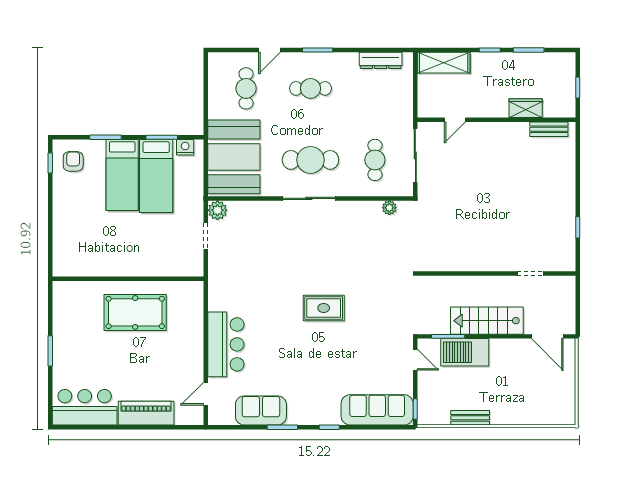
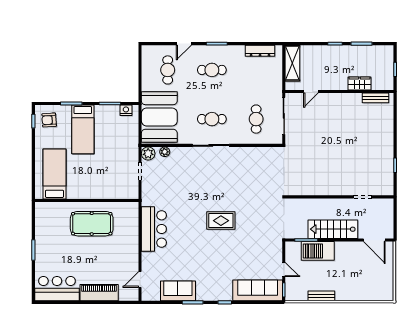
shelving: (444, 63) -> (292, 63), moved, turned 90
cafe table: (310, 160) -> (212, 119), width x0.73, depth x0.74
armchair: (73, 161) -> (49, 120), turned -94
bed: (156, 176) -> (55, 174), moved, turned 180
plant: (389, 208) -> (165, 152), moved
bar counter: (226, 344) -> (154, 229), moved
door: (415, 360) -> (284, 269), moved

